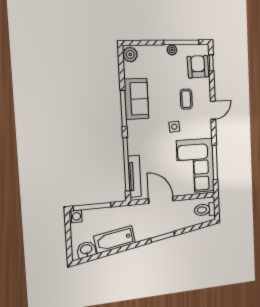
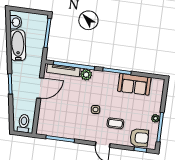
plant: (130, 55) -> (86, 75), moved
sofa: (136, 99) -> (134, 84), moved
corner sofa: (196, 166) -> (61, 122), removed
washing machine: (76, 216) -> (43, 19), removed

